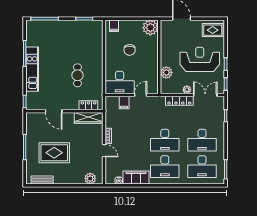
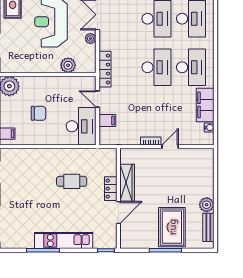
locker: (179, 101) -> (105, 69), moved
locker: (88, 105) -> (111, 189), moved
wardrobe: (89, 118) -> (127, 183), moved
rug: (54, 153) -> (172, 227), moved
plant: (90, 179) -> (207, 205), moved

